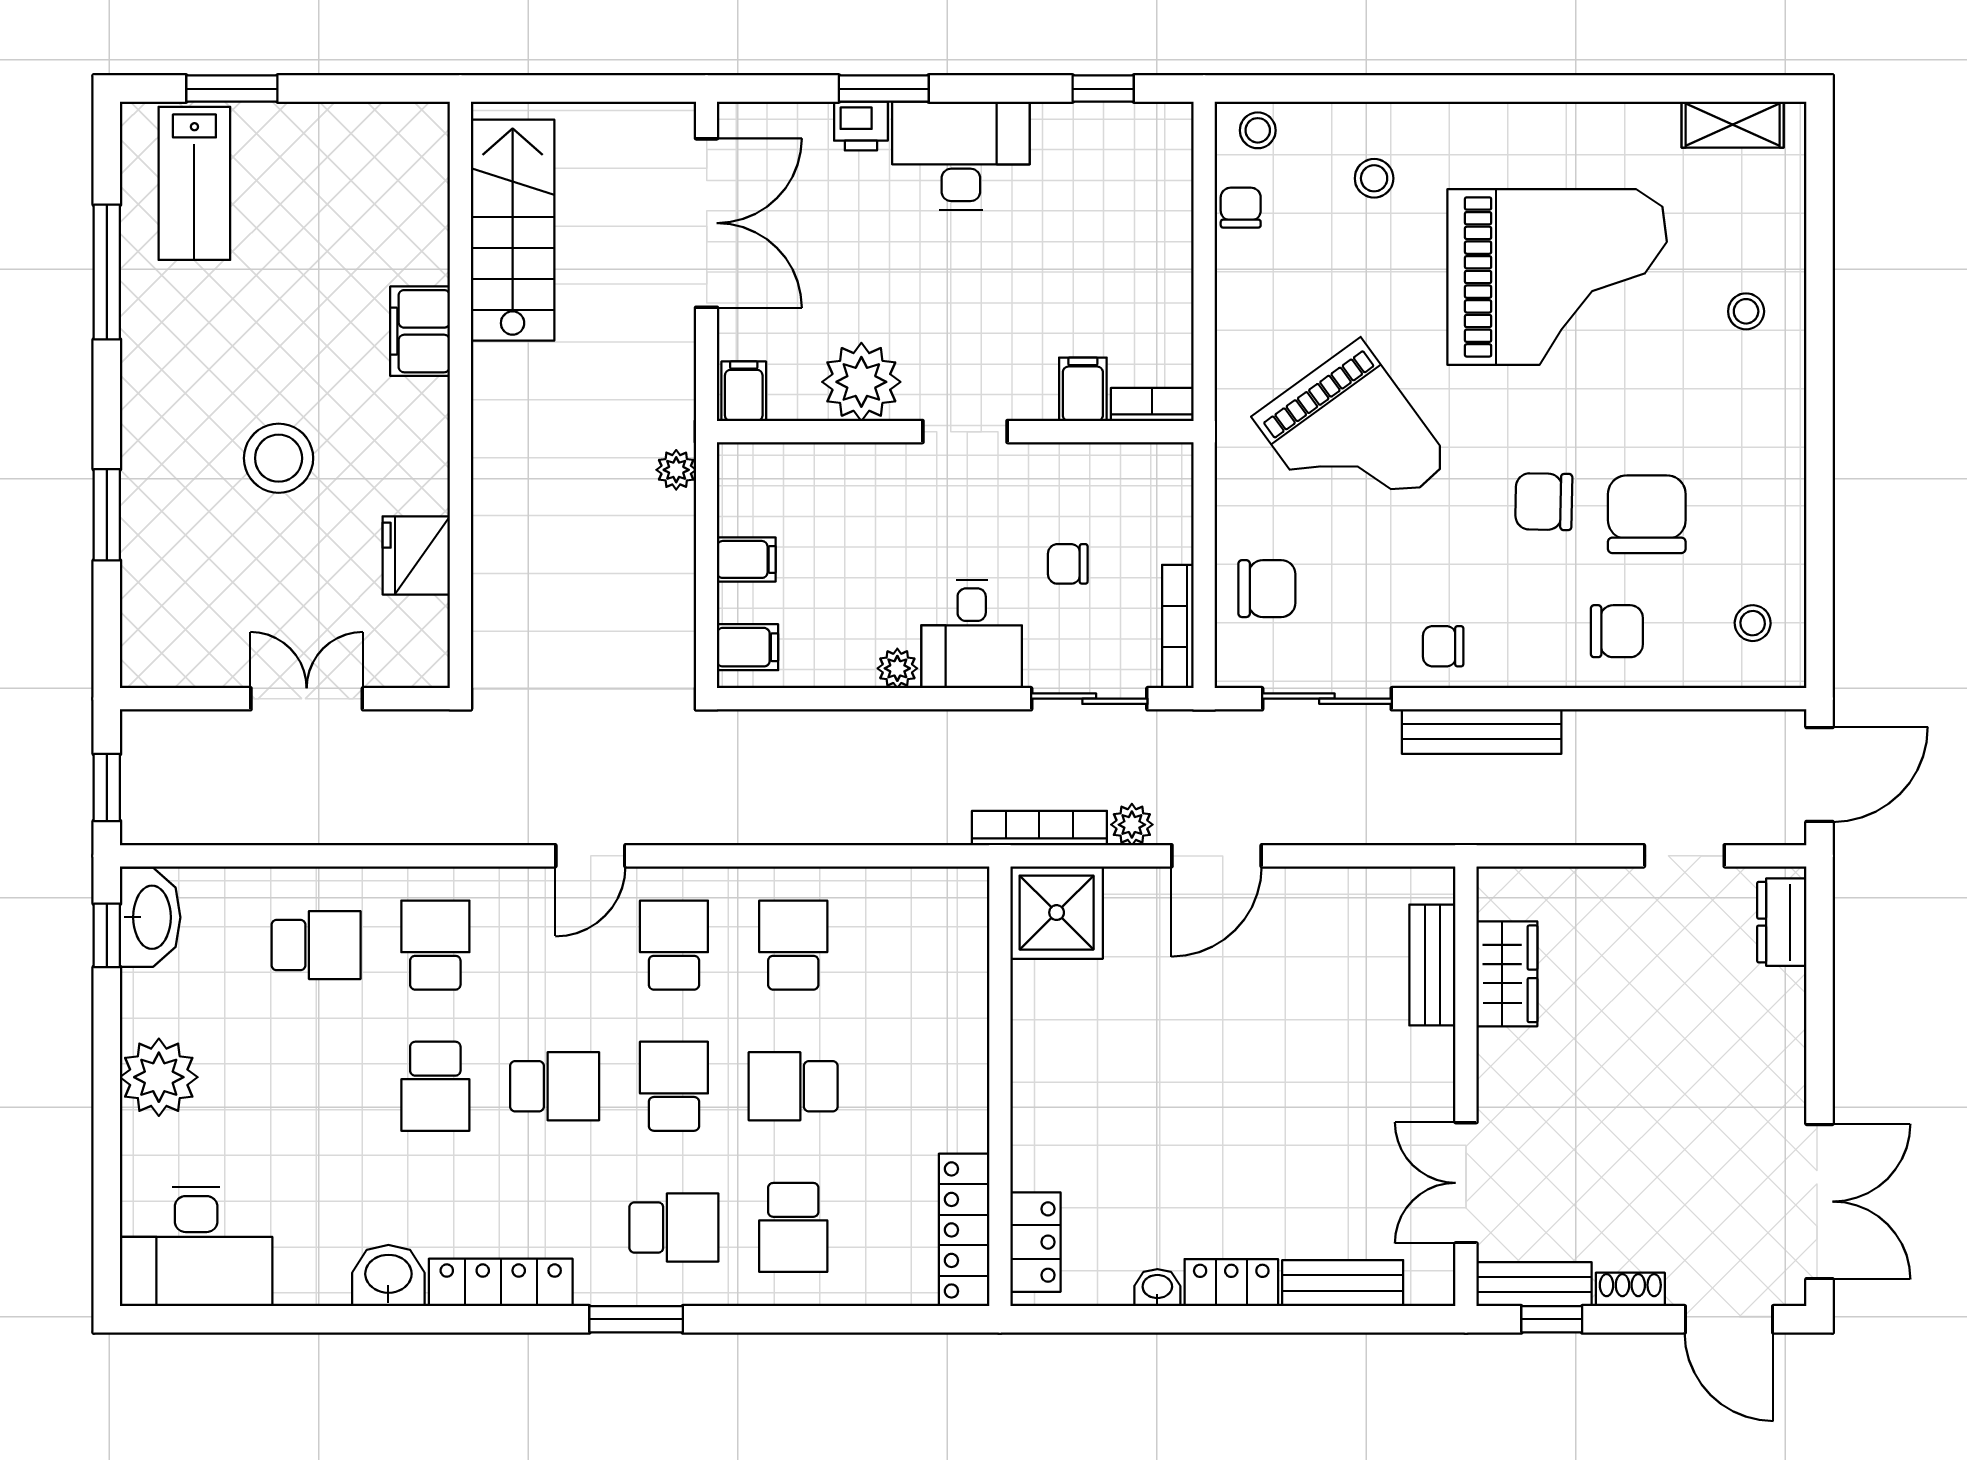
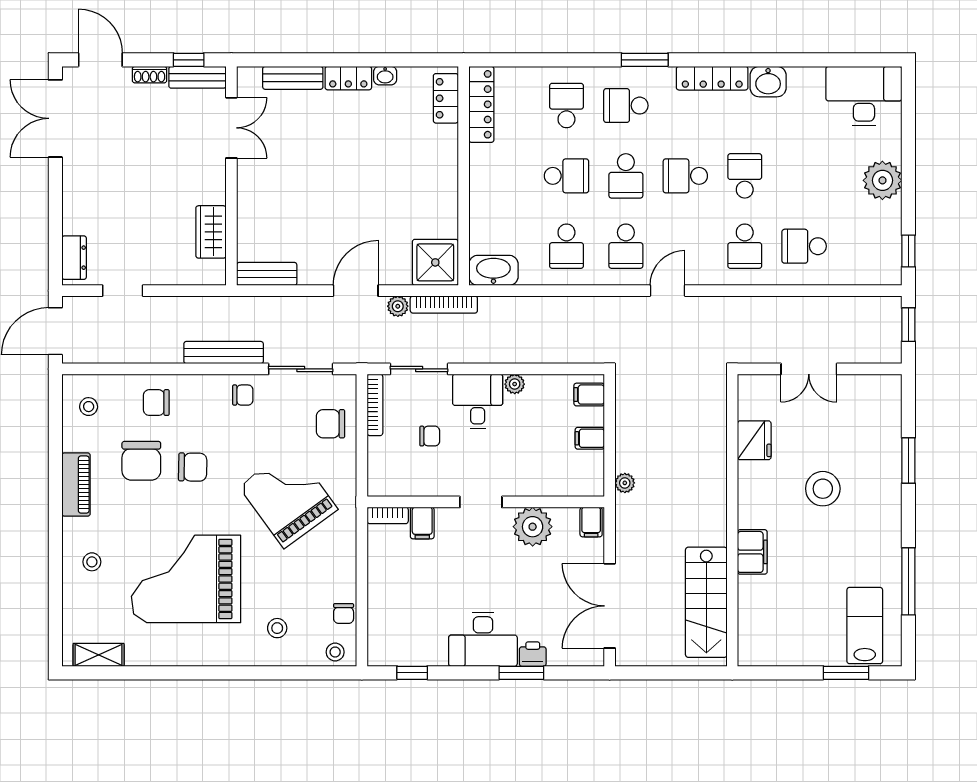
piano: (1778, 467) -> (76, 485), added
washbasin: (150, 917) -> (493, 270), moved, turned 90
bench: (1432, 965) -> (267, 274), moved, turned 90

